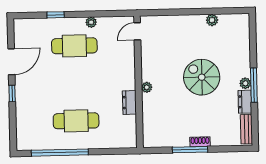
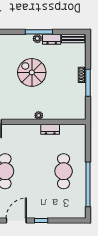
door: (11, 62) -> (16, 221), hinge flipped
spiral stairs: (202, 77) -> (32, 72), turned 90

